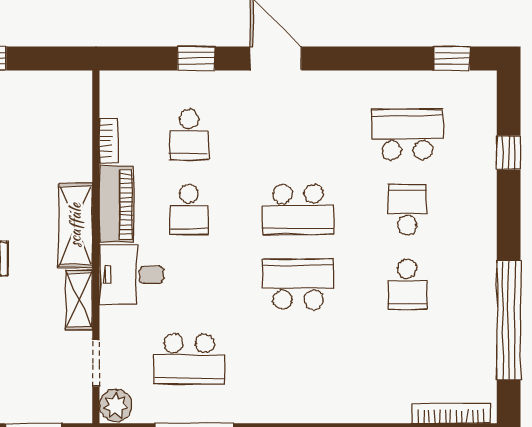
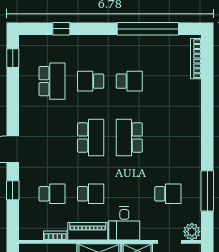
school desk: (407, 135) -> (52, 81), turned 180
school desk: (189, 359) -> (168, 194), width x0.54

